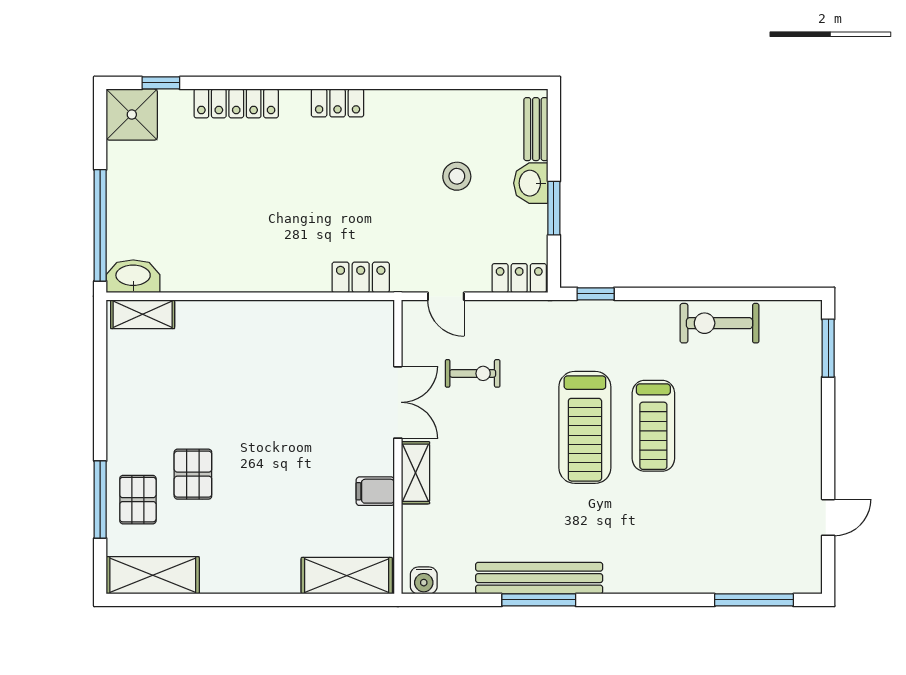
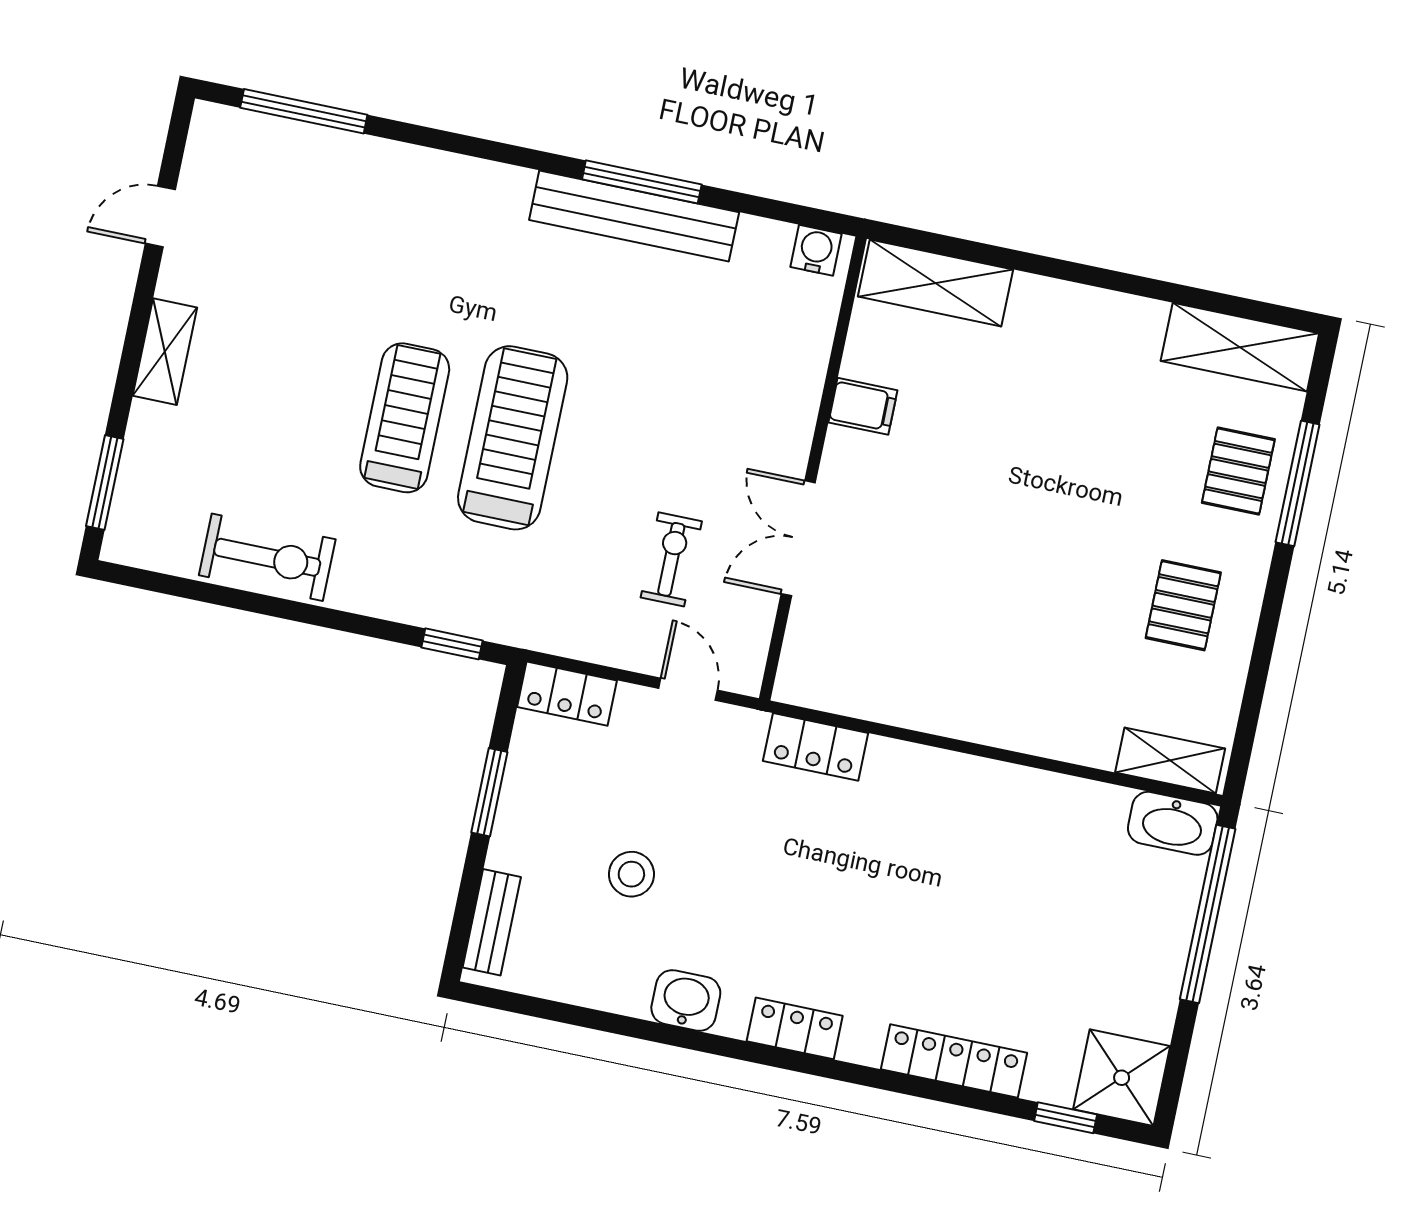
washbasin: (531, 183) -> (686, 1001), moved, turned -90
exercise bike: (473, 373) -> (671, 559), turned 90
shelving: (416, 473) -> (165, 352), moved
pallet: (193, 474) -> (1183, 605), moved

